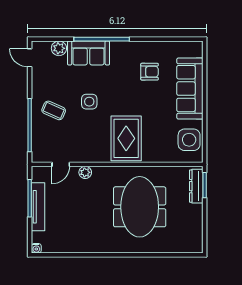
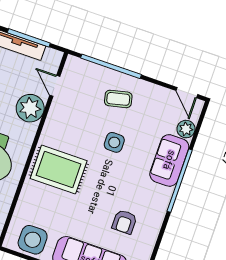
door: (30, 58) -> (187, 93), swing flipped
coffee table: (54, 110) -> (118, 99), turned 53
plant: (85, 172) -> (30, 108), width x1.87, depth x1.87

